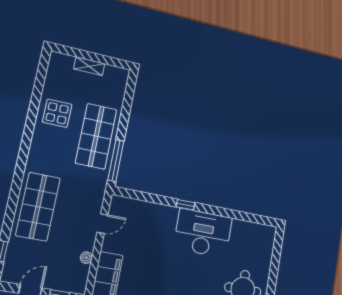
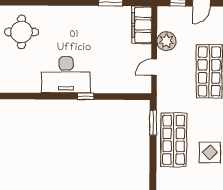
window: (116, 161) -> (153, 123), width x0.69
plant: (86, 258) -> (166, 41), width x1.87, depth x1.87

